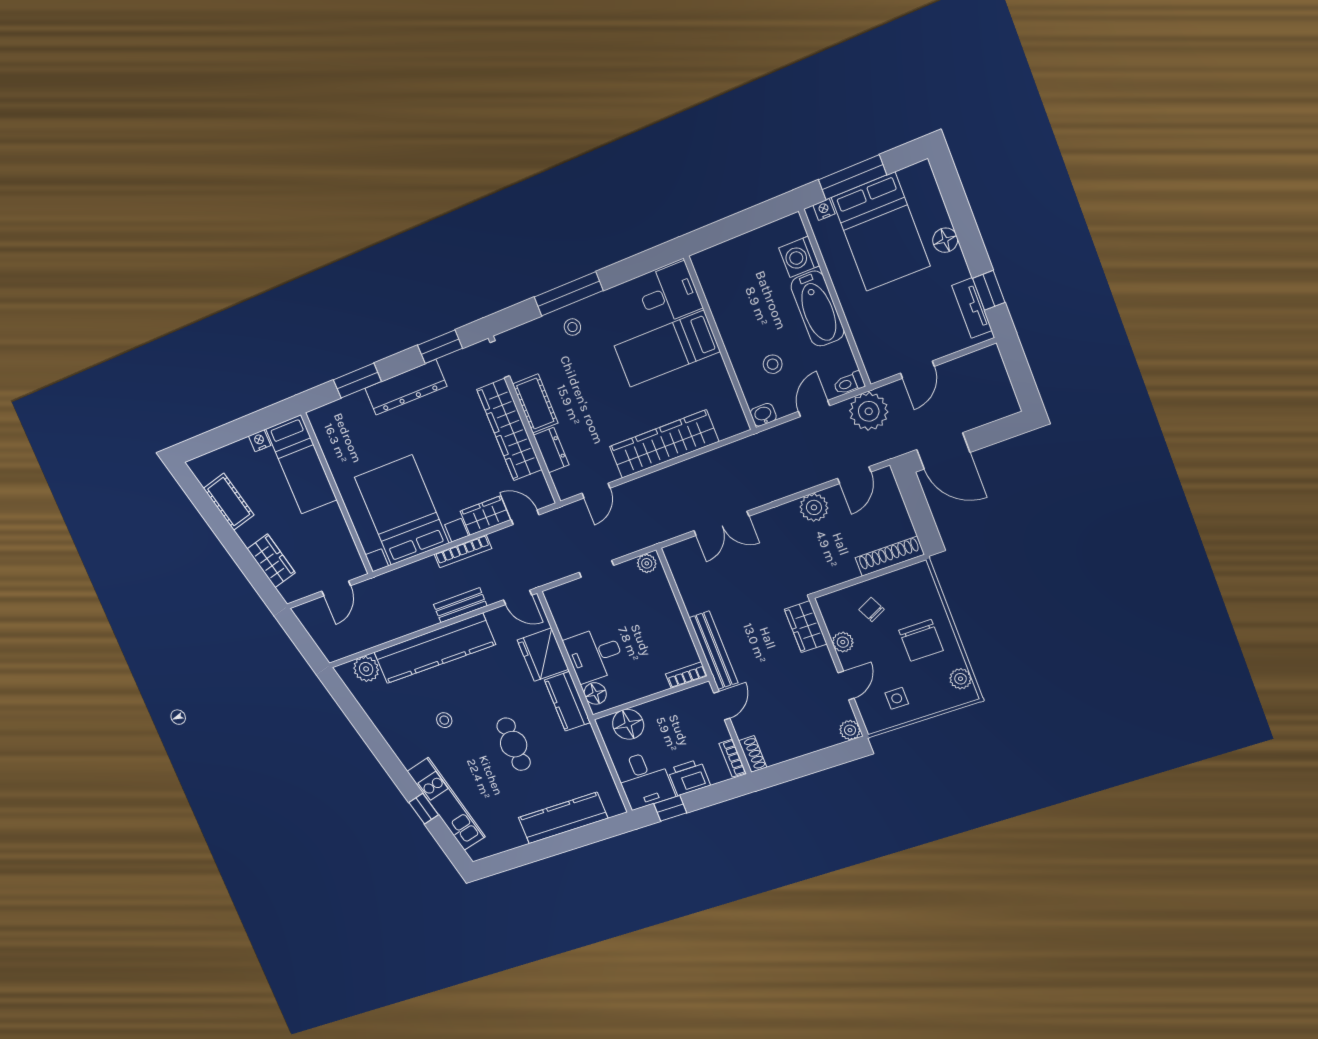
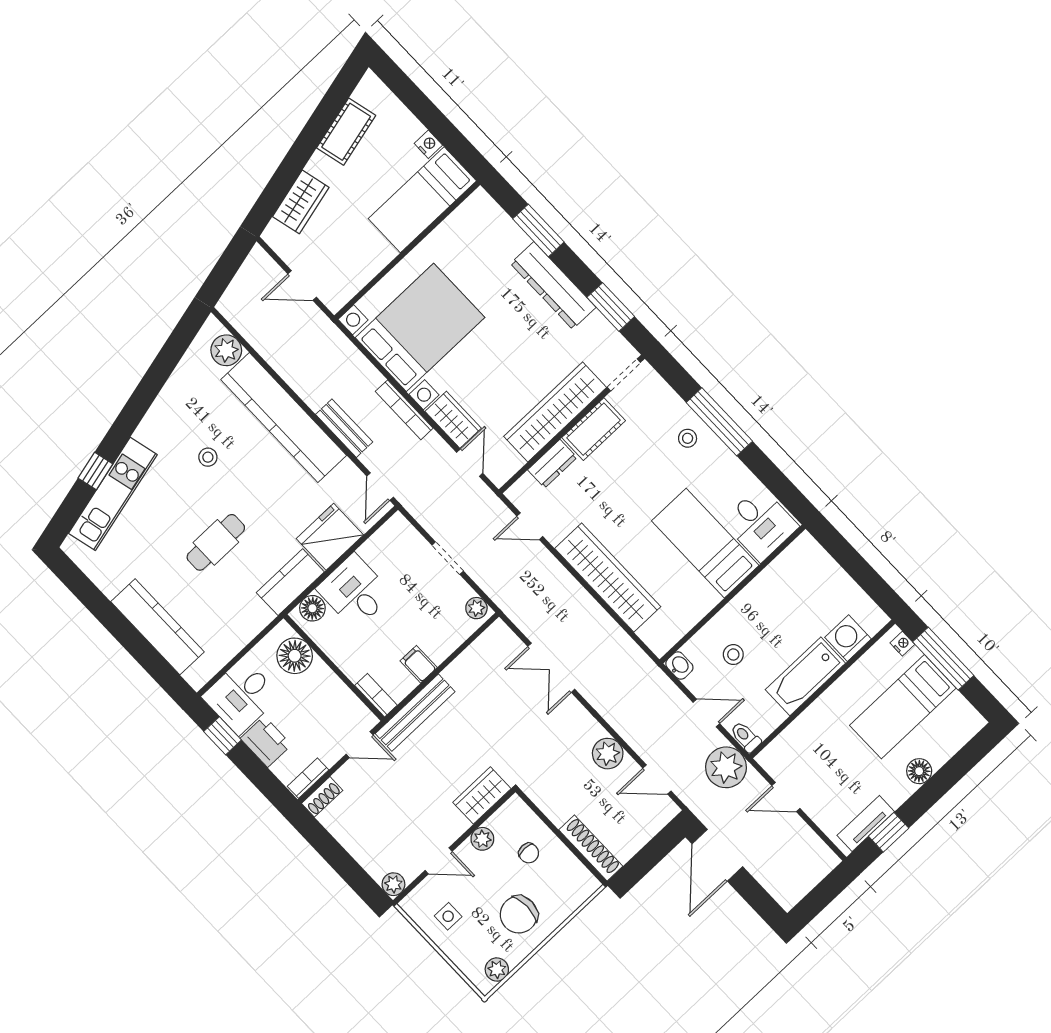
bed: (881, 232) -> (903, 707), width x0.67
chair: (872, 609) -> (529, 853), turned 116
filing cabinet: (674, 630) -> (419, 664), added

